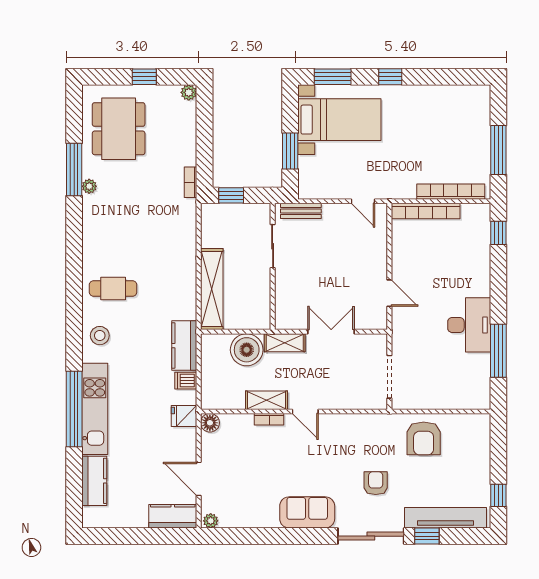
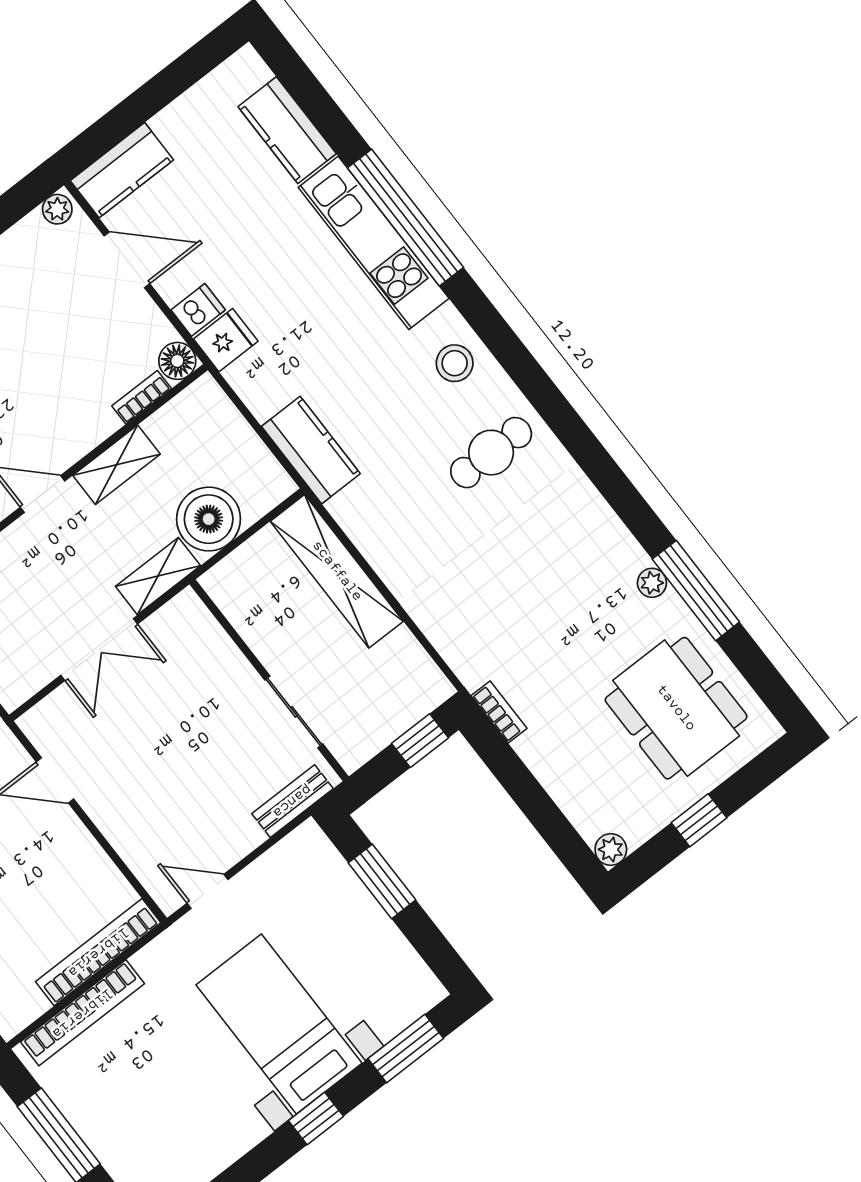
bed with nightstands: (339, 120) -> (279, 1024), moved, turned 90
dishwasher: (186, 381) -> (198, 310), moved
bookcase: (269, 419) -> (142, 397), moved

